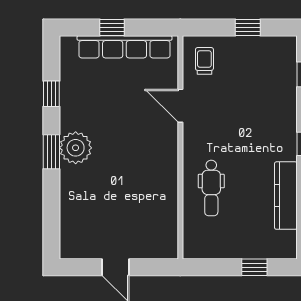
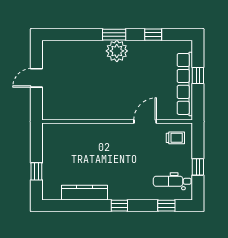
dental chair: (211, 188) -> (172, 181), moved

